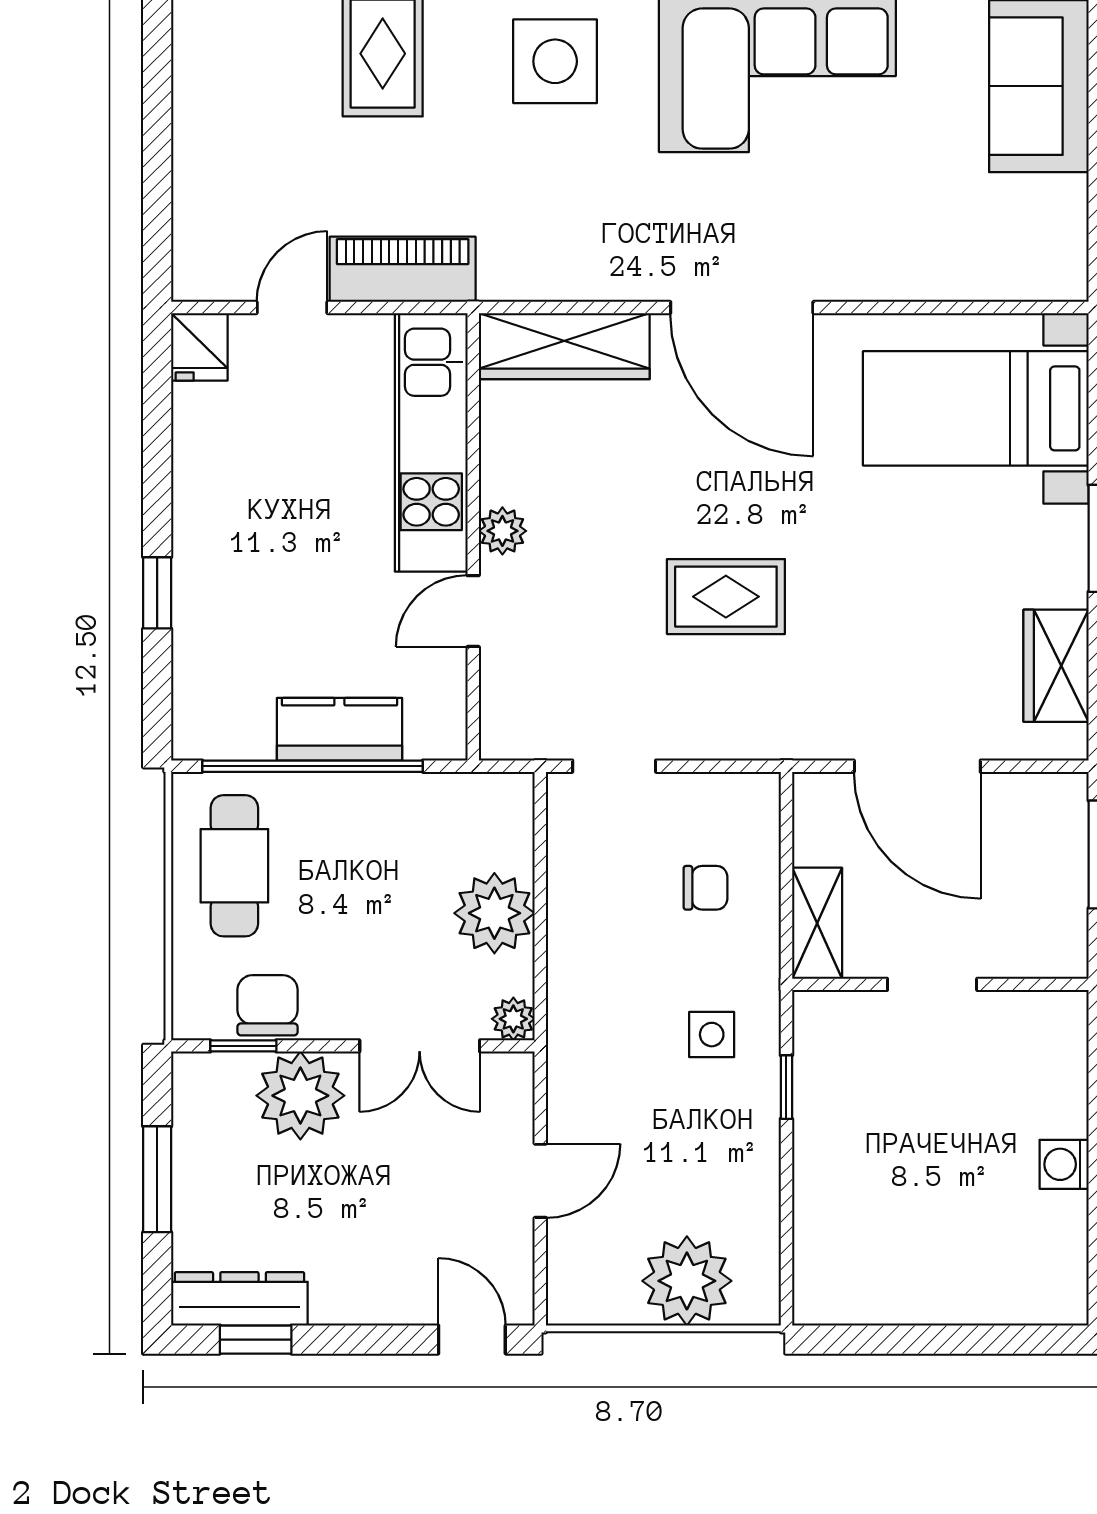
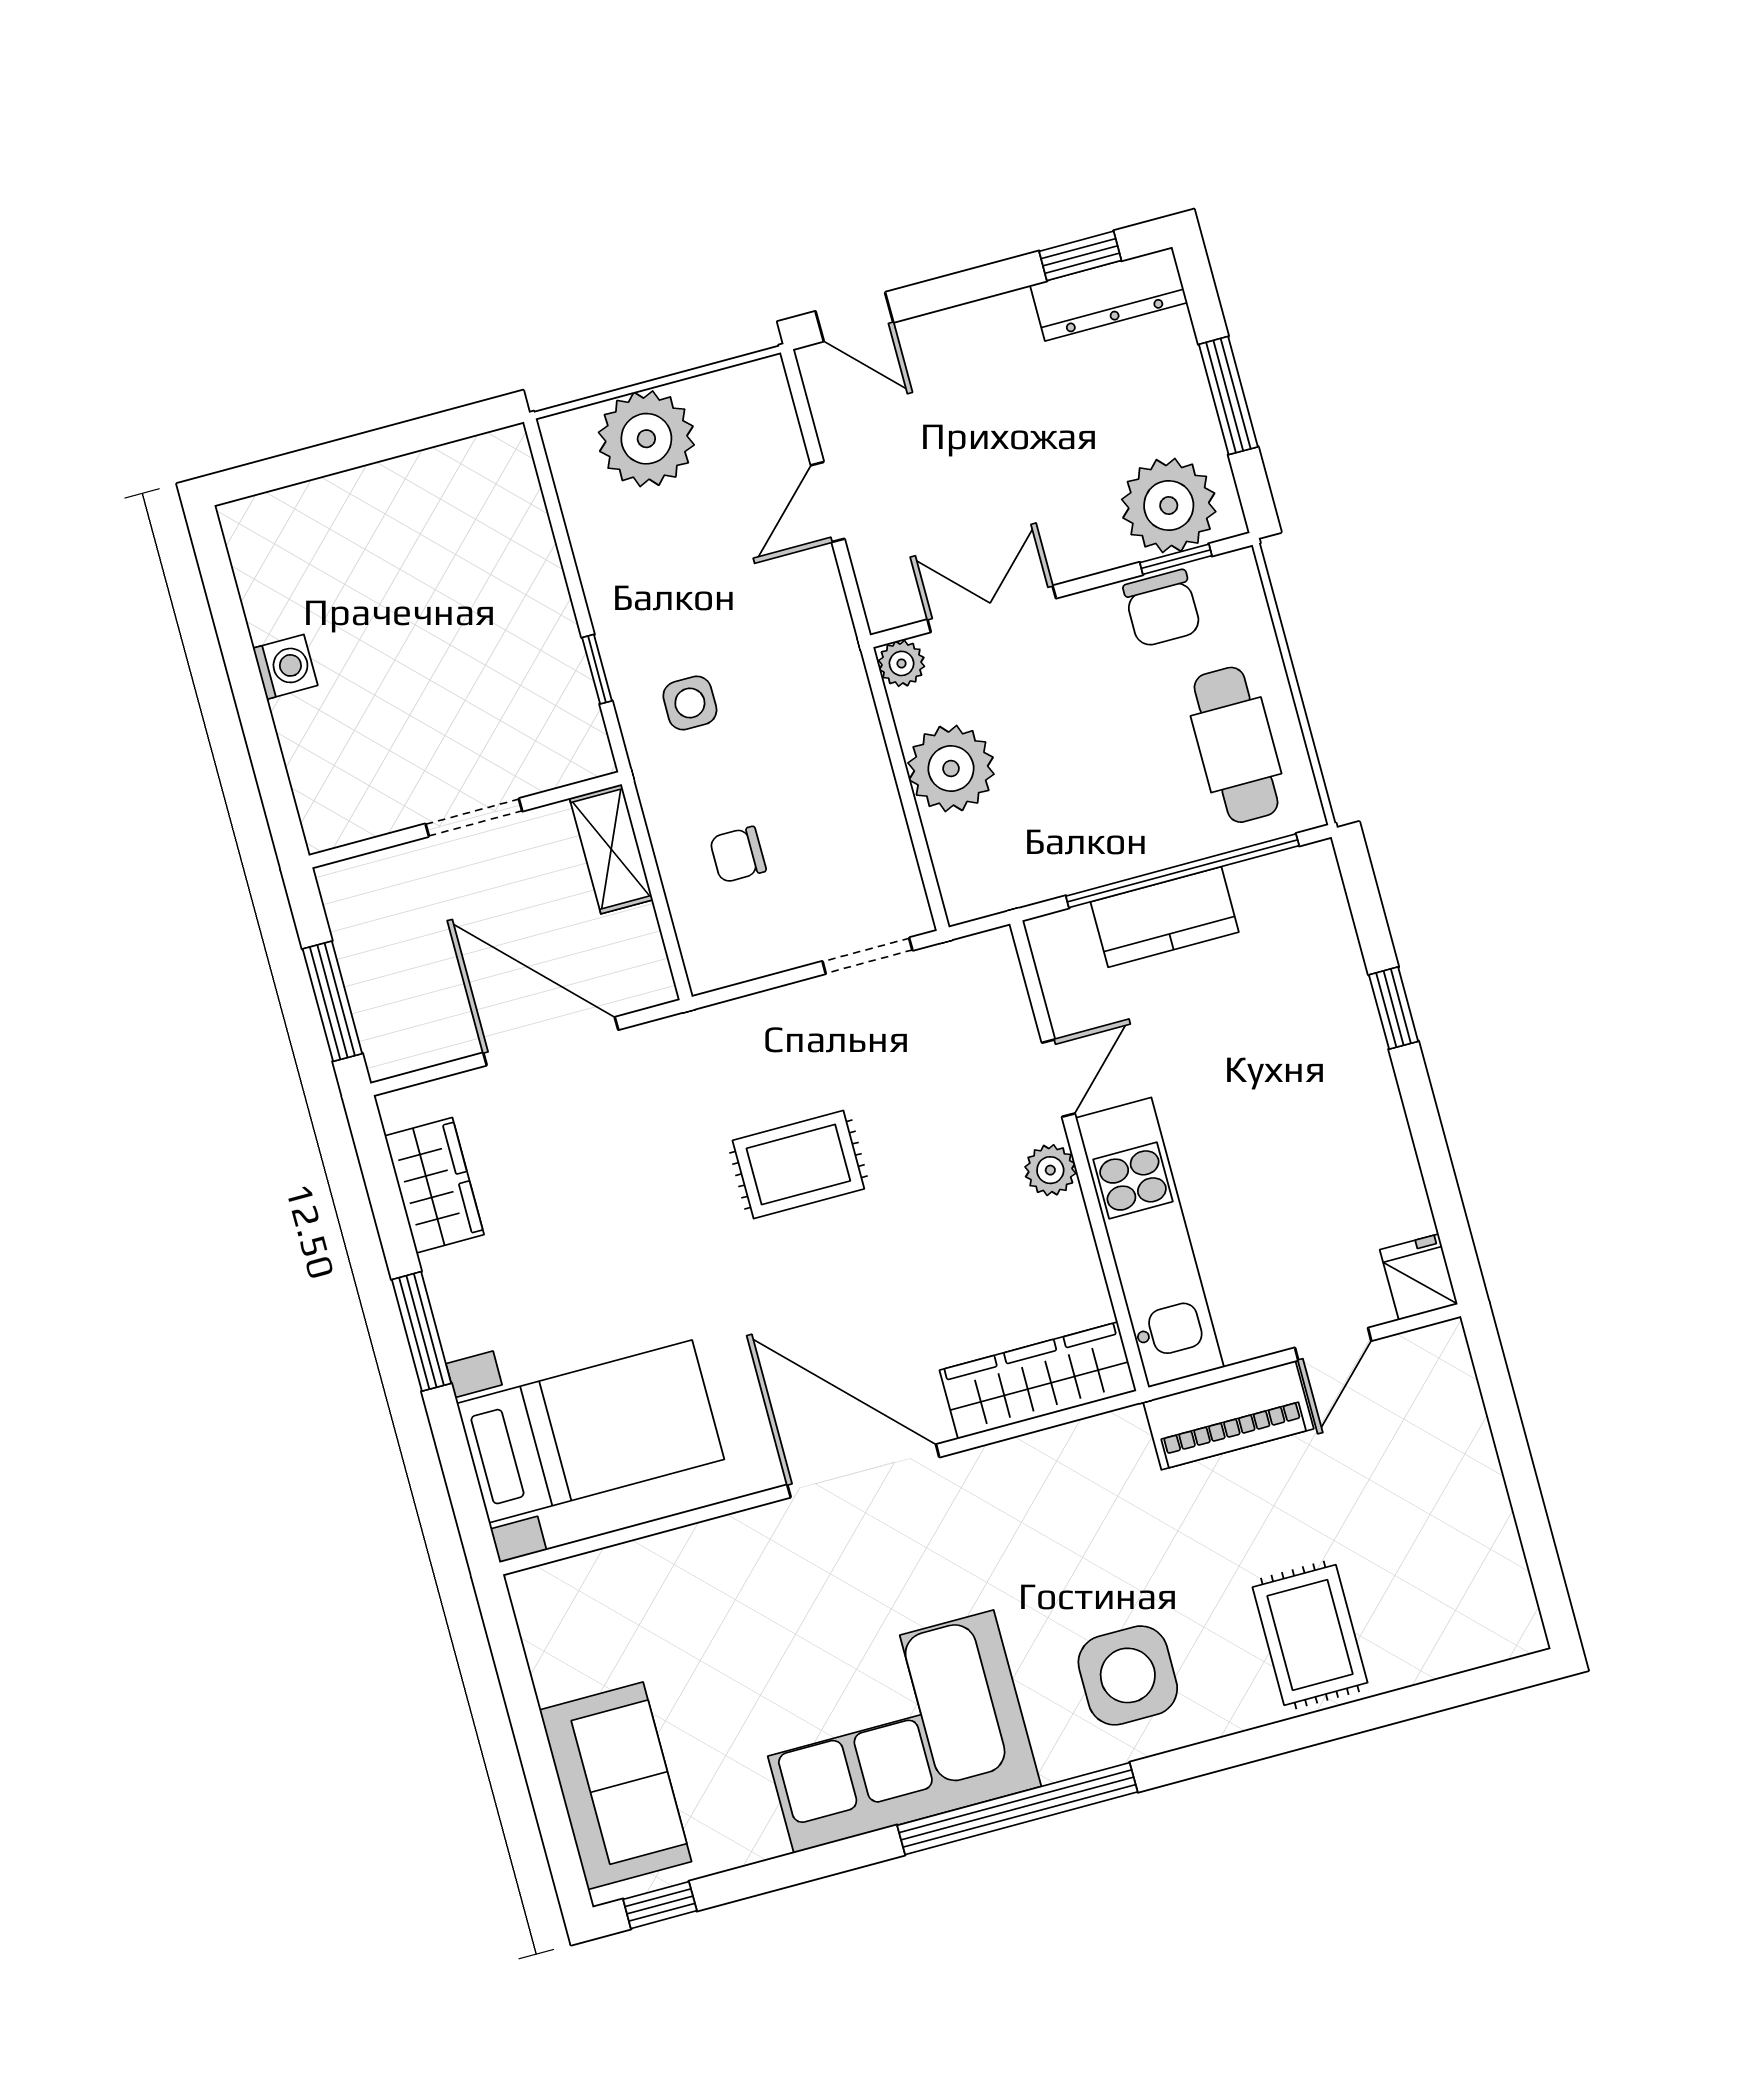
plant: (300, 1096) -> (1169, 505), moved

